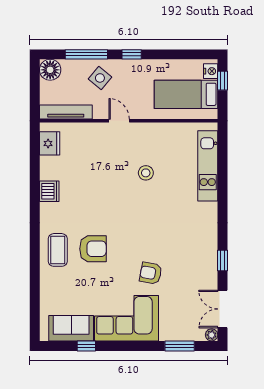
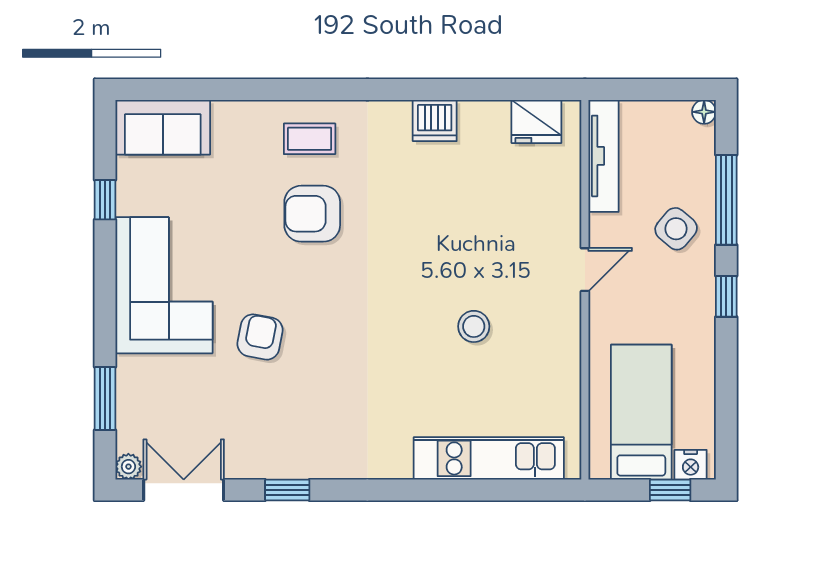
floor lamp: (50, 70) -> (704, 112), width x0.53, depth x0.53
armchair: (93, 249) -> (312, 214), turned 90
coffee table: (58, 250) -> (310, 139), width x0.73, depth x0.77
sofa: (71, 328) -> (163, 127), moved, turned 90

